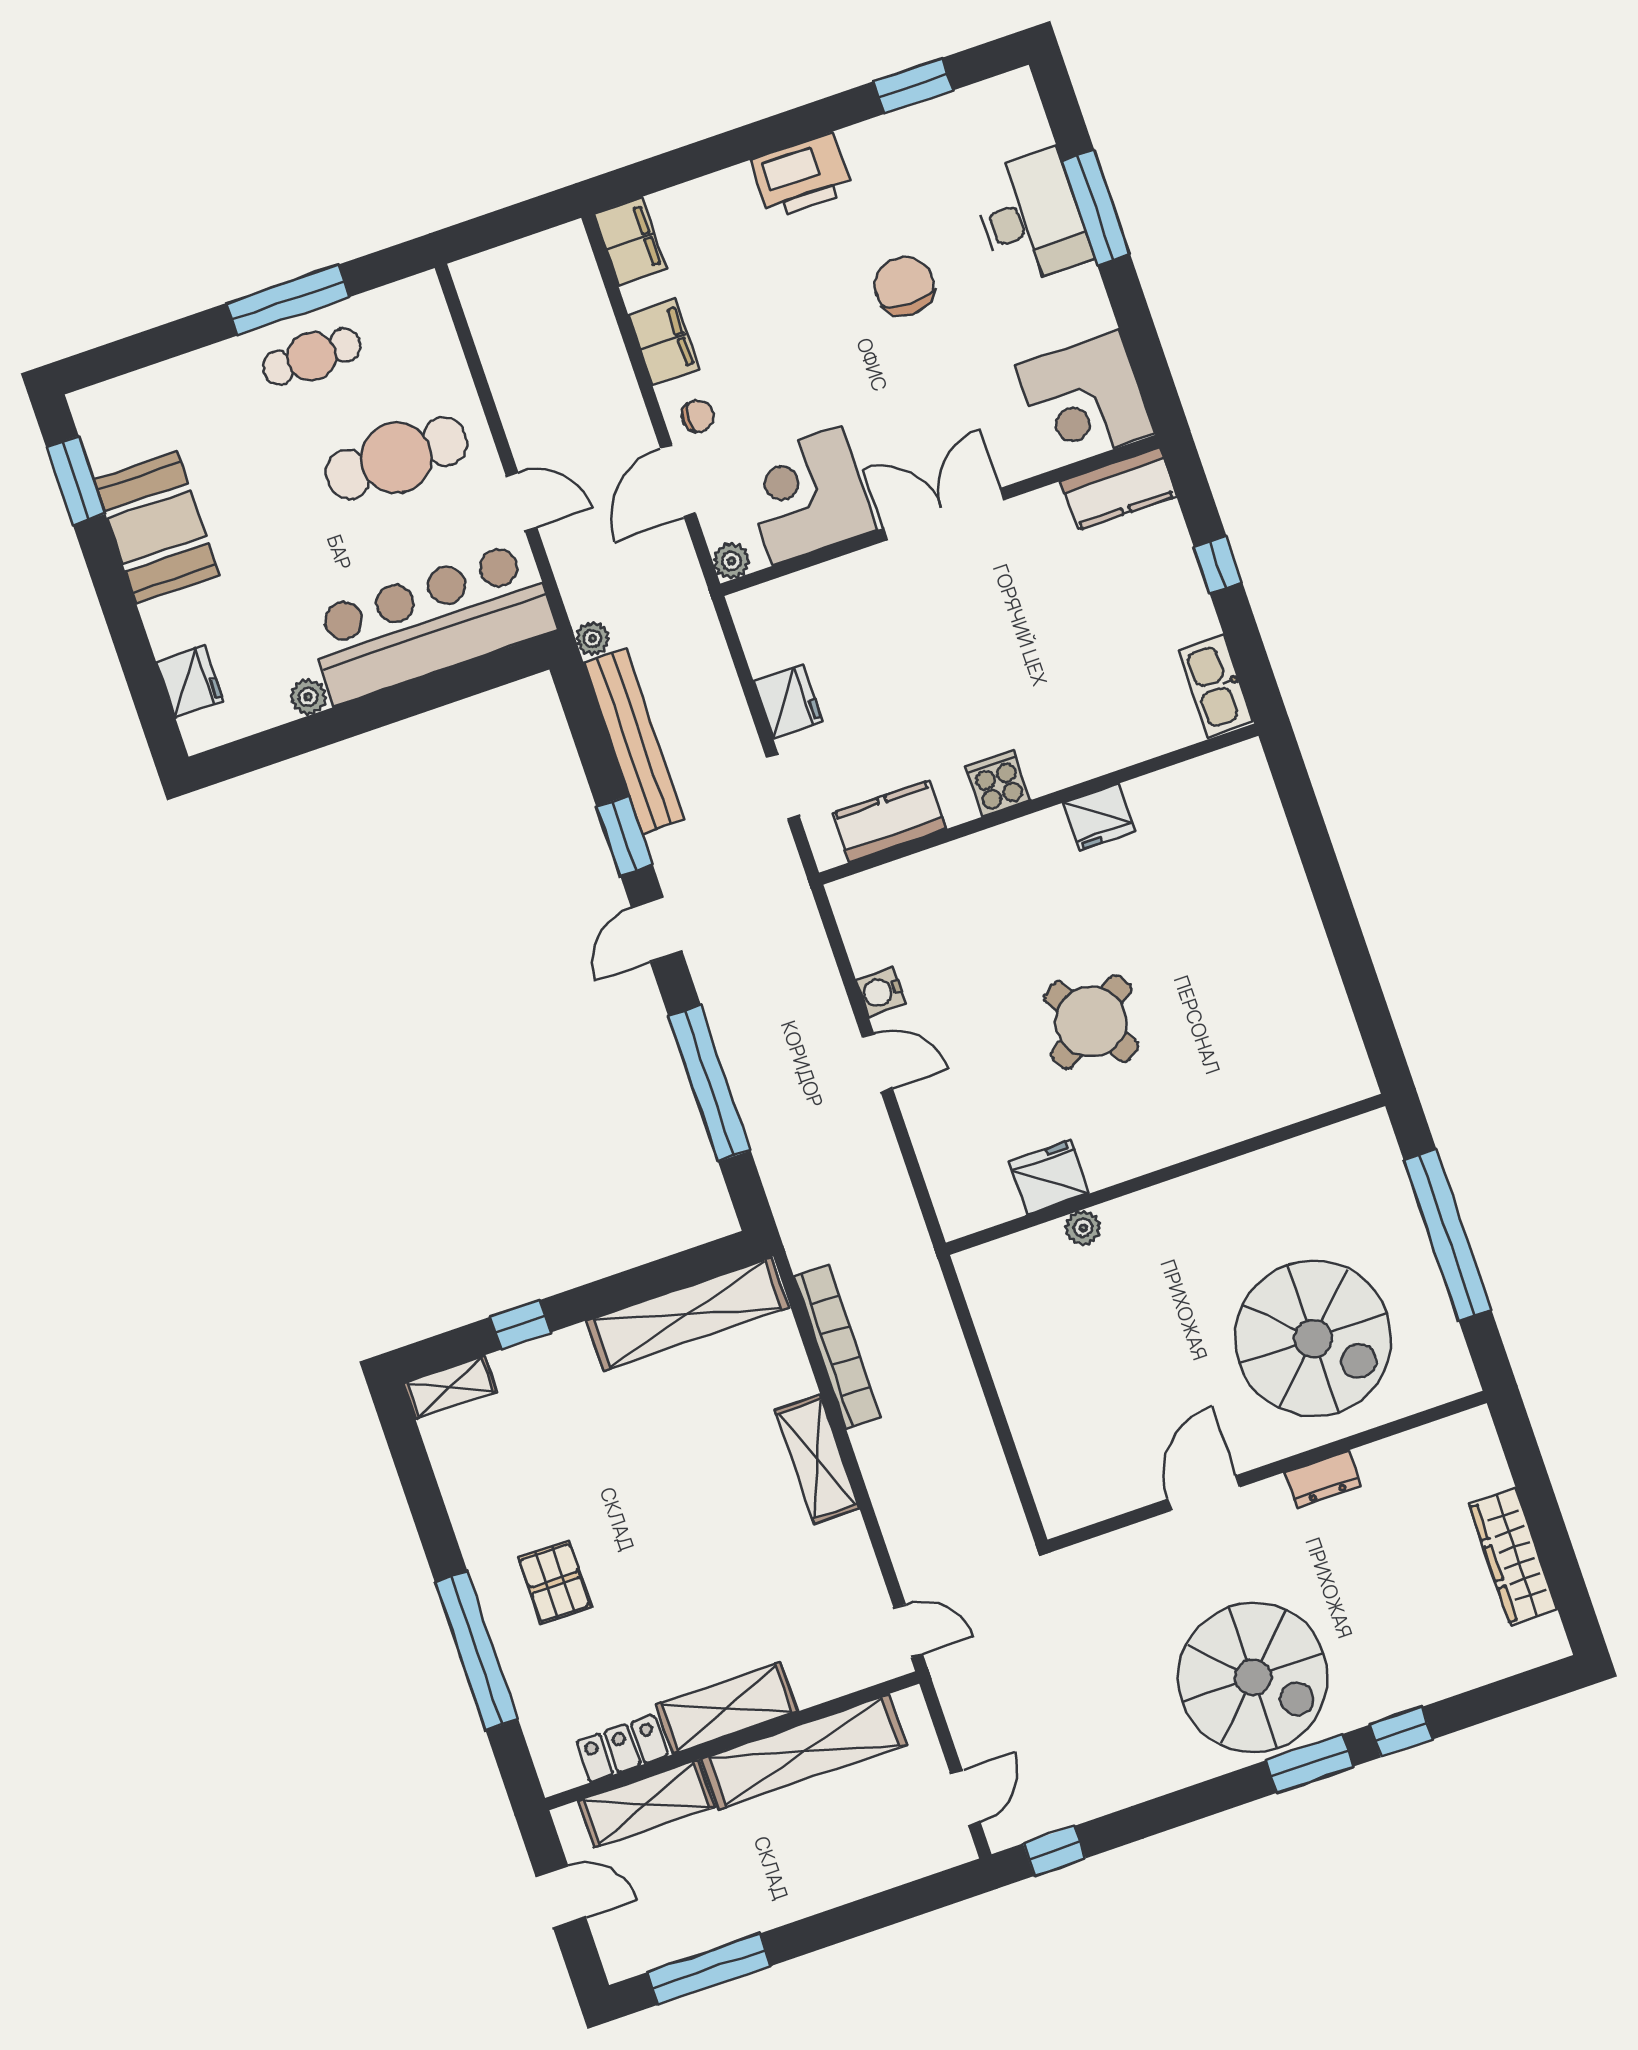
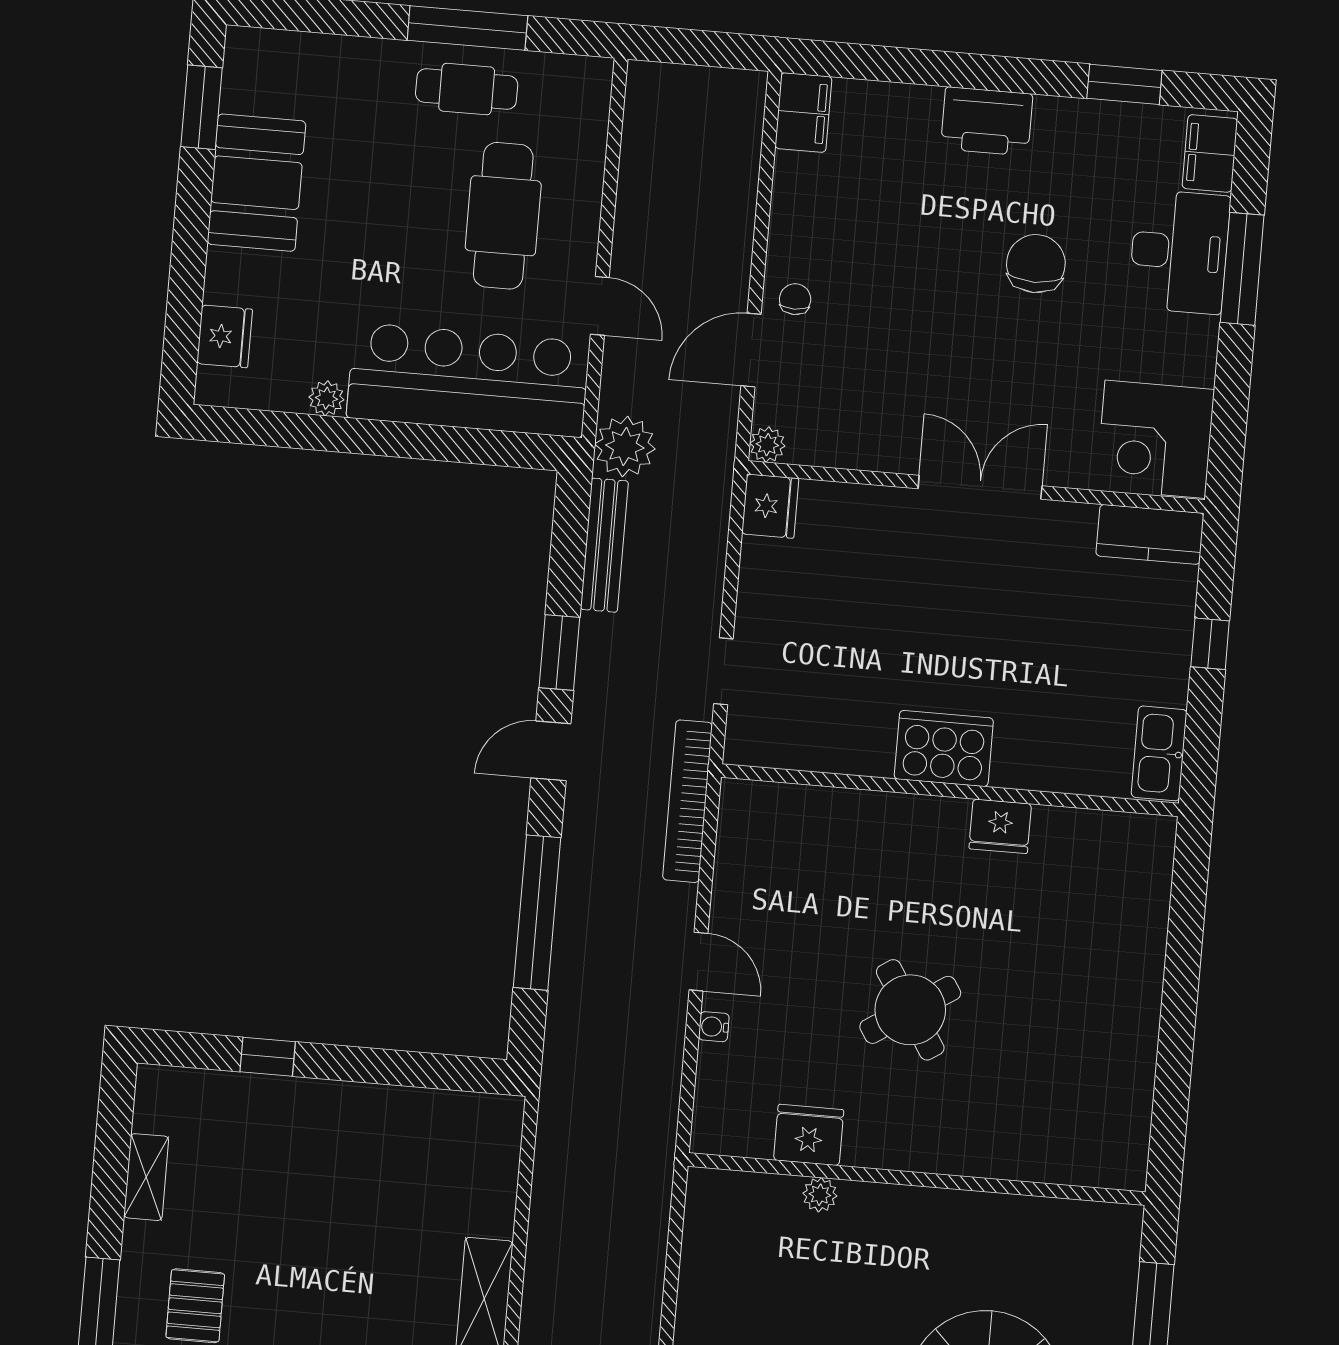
filing cabinet: (664, 342) -> (1210, 153), moved, turned 180
chair: (698, 416) -> (795, 299), turned -90
cafe table: (396, 458) -> (503, 216), turned 90
corner desk: (807, 496) -> (863, 415), removed
plant: (593, 638) -> (625, 447), width x1.87, depth x1.87
fridge: (788, 701) -> (770, 506), moved
bench: (634, 741) -> (604, 545), width x0.73, depth x0.82
cooker: (998, 783) -> (944, 748), width x1.87, depth x1.31
kitchen counter: (889, 821) -> (806, 746), removed
water cooler: (881, 992) -> (714, 1027), moved, width x0.72, depth x0.72
shelving: (688, 1314) -> (424, 1114), removed
bookcase: (837, 1347) -> (688, 801), moved, turned 180
shelving: (450, 1387) -> (146, 1177), moved, turned 90

